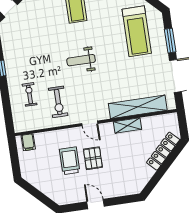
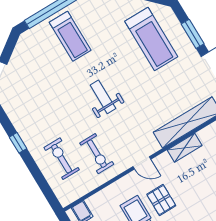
weight bench: (81, 60) -> (103, 97), turned 90
exercise bike: (30, 94) -> (62, 159), width x1.38, depth x1.39

